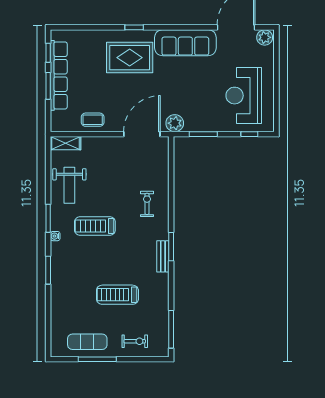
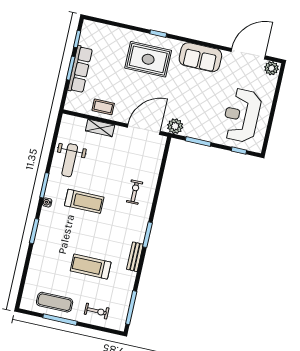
sofa: (185, 43) -> (200, 57), width x0.73
row of seats: (59, 75) -> (80, 69), width x0.73
shelving: (65, 143) -> (100, 128), moved
treadmill: (95, 226) -> (84, 201), turned 180
bench: (163, 256) -> (135, 257), moved

